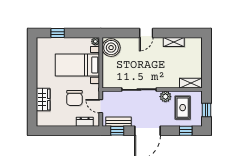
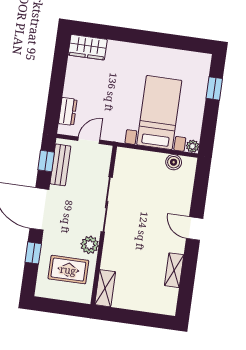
boiler: (111, 48) -> (174, 162), width x0.54, depth x0.54
chair: (74, 98) -> (108, 100), removed
wardrobe: (43, 100) -> (88, 47), moved
window: (206, 110) -> (59, 307), removed
window: (186, 131) -> (33, 253), moved

